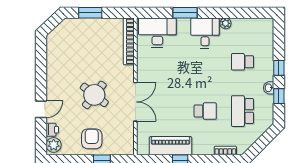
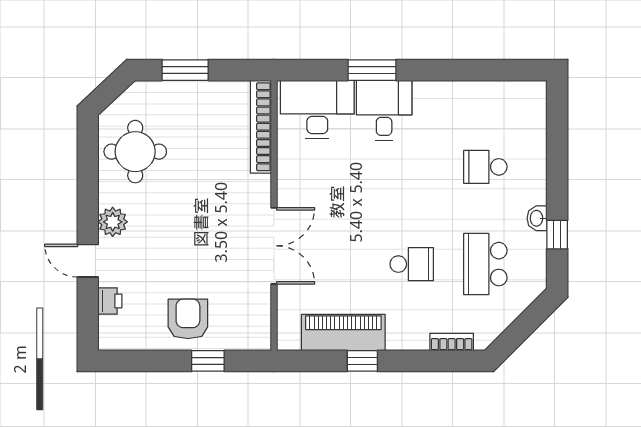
plant: (226, 23) -> (452, 91), removed
desk: (205, 33) -> (384, 110), moved
window: (279, 68) -> (557, 179), removed
round table: (94, 95) -> (135, 152), moved, turned -38
door: (41, 109) -> (88, 261), swing flipped
plant: (54, 145) -> (113, 222), moved

